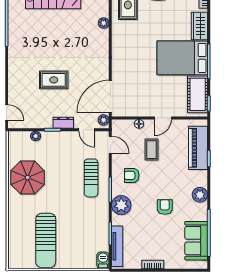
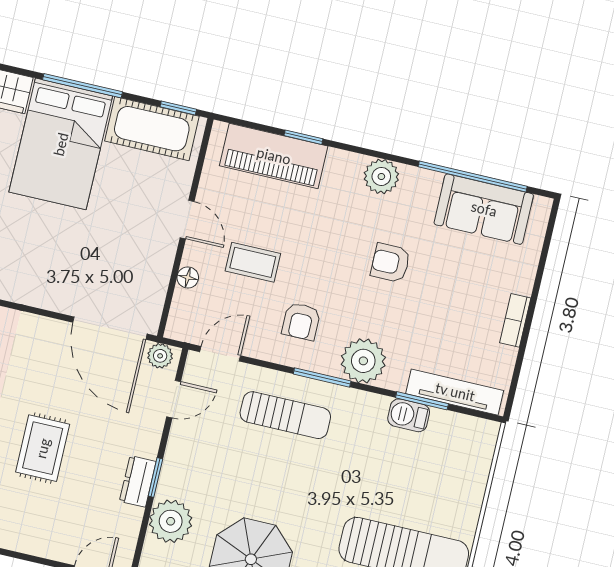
dresser: (63, 123) -> (138, 481), moved
plant: (36, 136) -> (171, 521), width x1.88, depth x1.88
barbecue: (103, 260) -> (409, 415), moved

